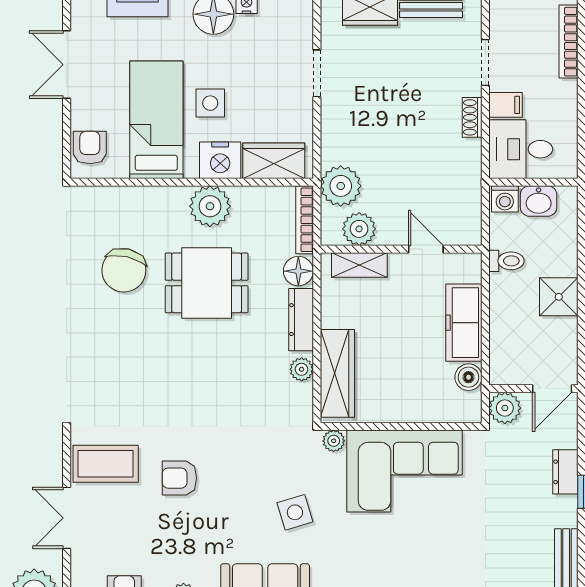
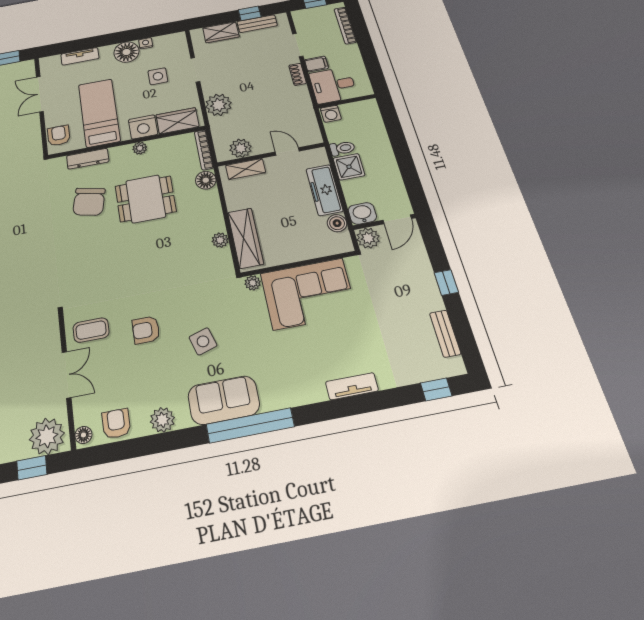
side table: (210, 103) -> (158, 76), moved
plant: (341, 186) -> (218, 105), moved
washbasin: (539, 201) -> (362, 213), moved, turned 180
plant: (210, 206) -> (140, 148), width x0.53, depth x0.53
shower: (559, 297) -> (349, 167), moved
dresser: (301, 320) -> (88, 159), moved, turned -90
coffee table: (106, 464) -> (91, 330), width x0.73, depth x0.77
dresser: (565, 472) -> (424, 272), removed
side table: (295, 512) -> (203, 341), moved
double door: (67, 518) -> (67, 375), swing flipped

